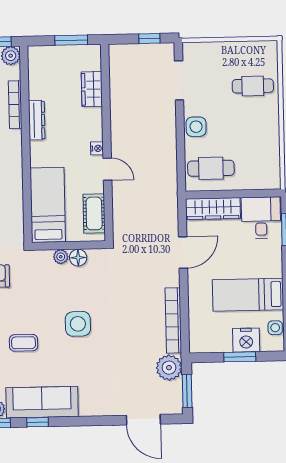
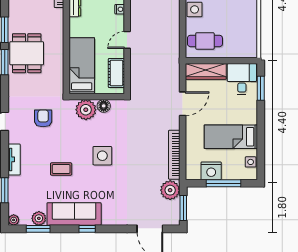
nightstand: (97, 148) -> (120, 9), moved
door: (107, 169) -> (127, 40), swing flipped
plant: (61, 257) -> (86, 110), width x1.87, depth x1.87
nightstand: (246, 340) -> (211, 171), moved
window: (240, 357) -> (224, 183), width x1.44
window: (38, 422) -> (87, 229), moved

